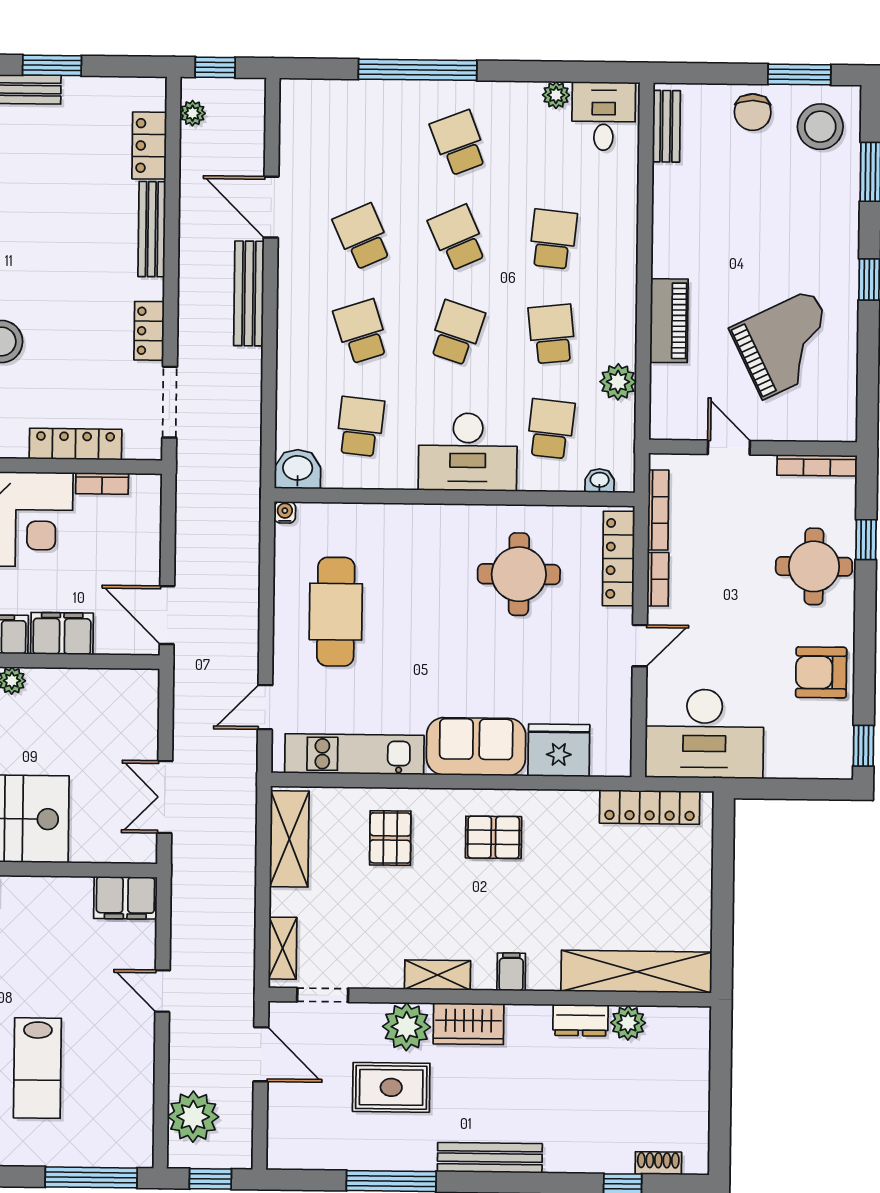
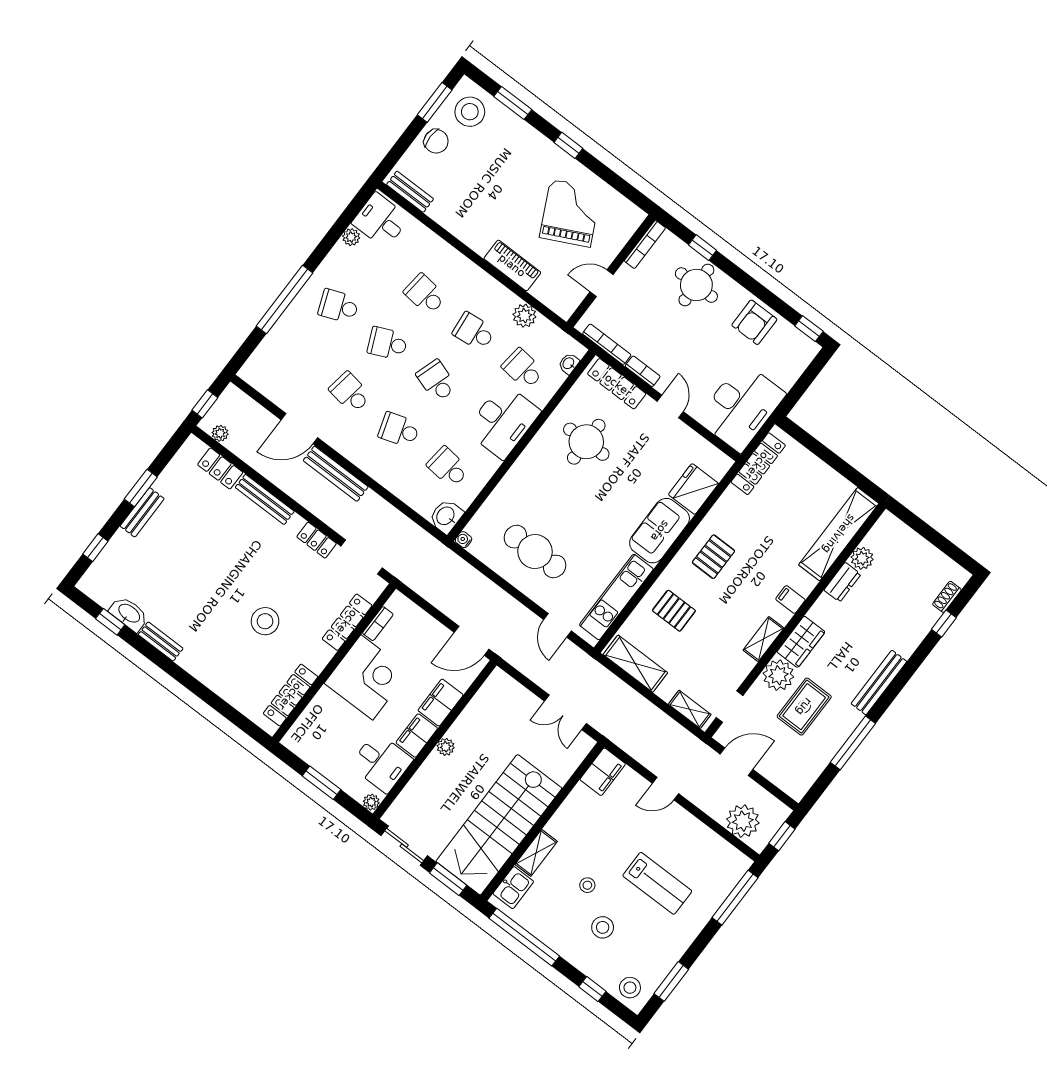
school desk: (363, 237) -> (350, 393), turned 33

